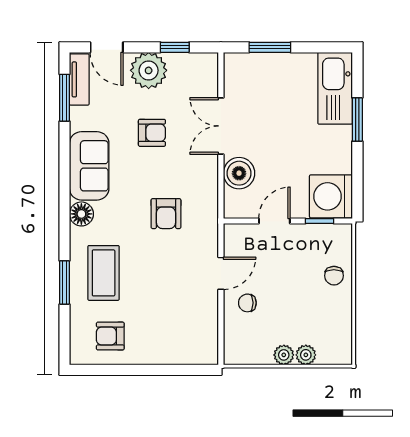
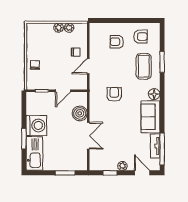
plant: (149, 70) -> (122, 166), width x0.53, depth x0.53
tv unit: (79, 79) -> (155, 146), moved
window: (64, 98) -> (162, 149), width x1.44
armchair: (152, 133) -> (117, 42), moved
washing machine: (331, 196) -> (36, 126), moved
plant: (306, 355) -> (69, 28), moved

